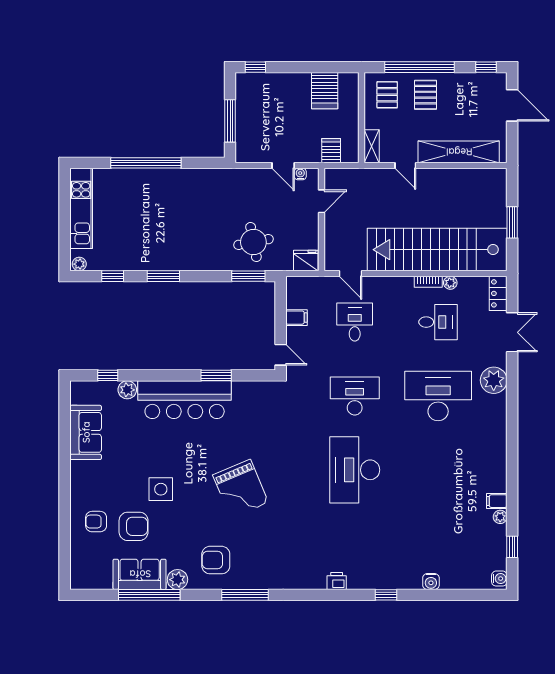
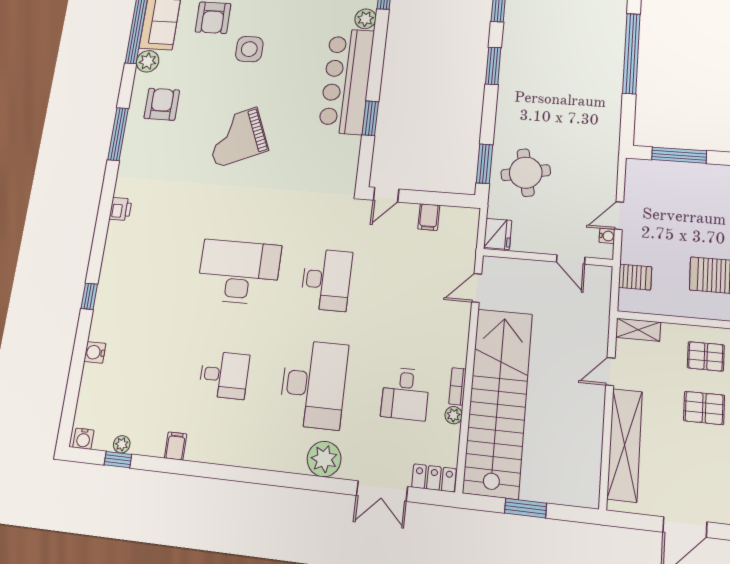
desk: (355, 322) -> (224, 375), moved
plant: (500, 517) -> (122, 444), moved
printer: (337, 581) -> (120, 209), moved

